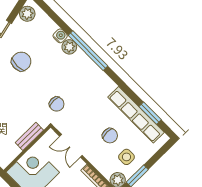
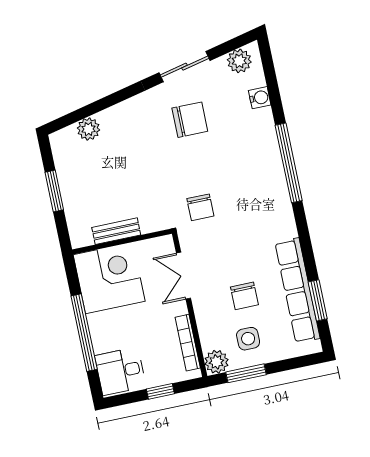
water cooler: (60, 36) -> (260, 98), moved
plant: (69, 47) -> (267, 142), removed
bench: (29, 136) -> (116, 231), moved

